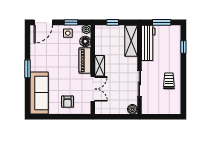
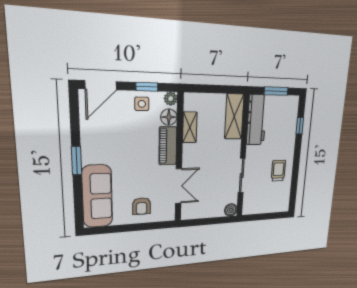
window: (113, 22) -> (210, 89), removed
shelving: (100, 66) -> (190, 127), moved

